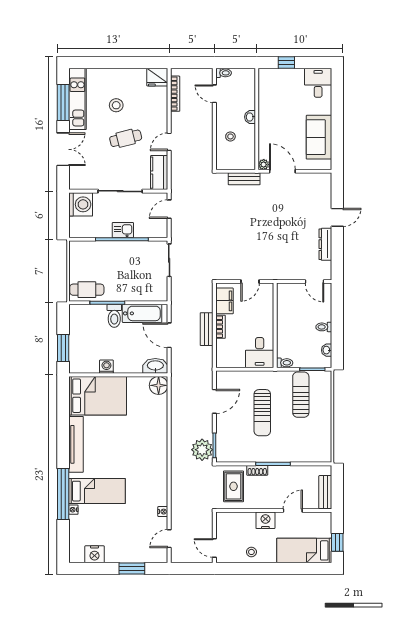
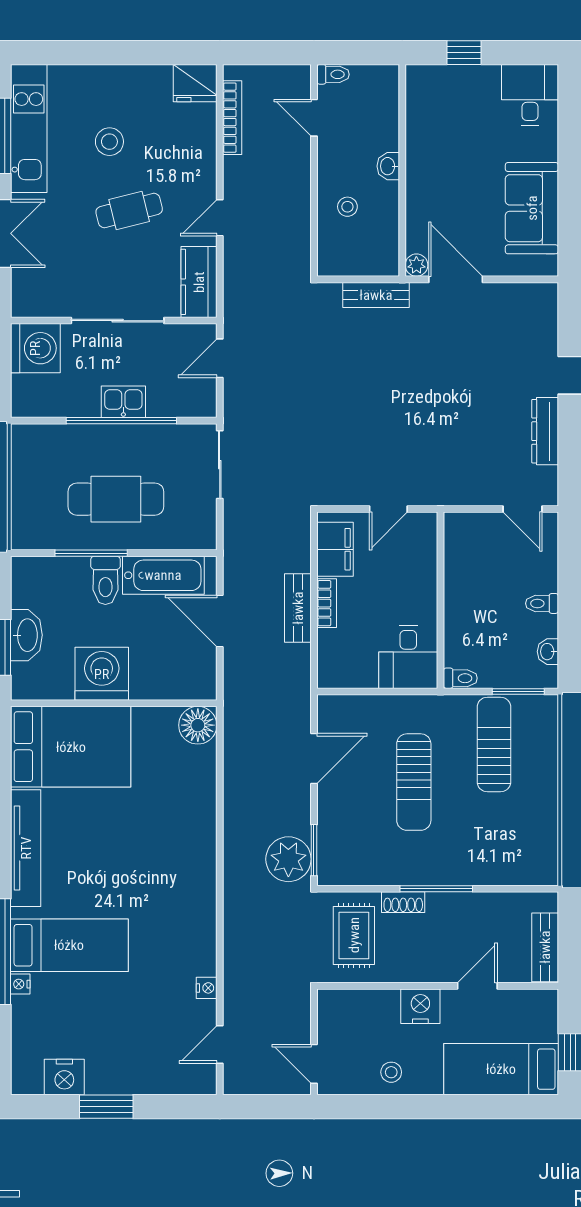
cafe table: (87, 290) -> (116, 499), moved, width x1.37, depth x1.35
washbasin: (155, 366) -> (26, 635), moved, turned 90
washing machine: (106, 367) -> (102, 674), width x1.89, depth x1.89
window: (132, 568) -> (106, 1107), moved

